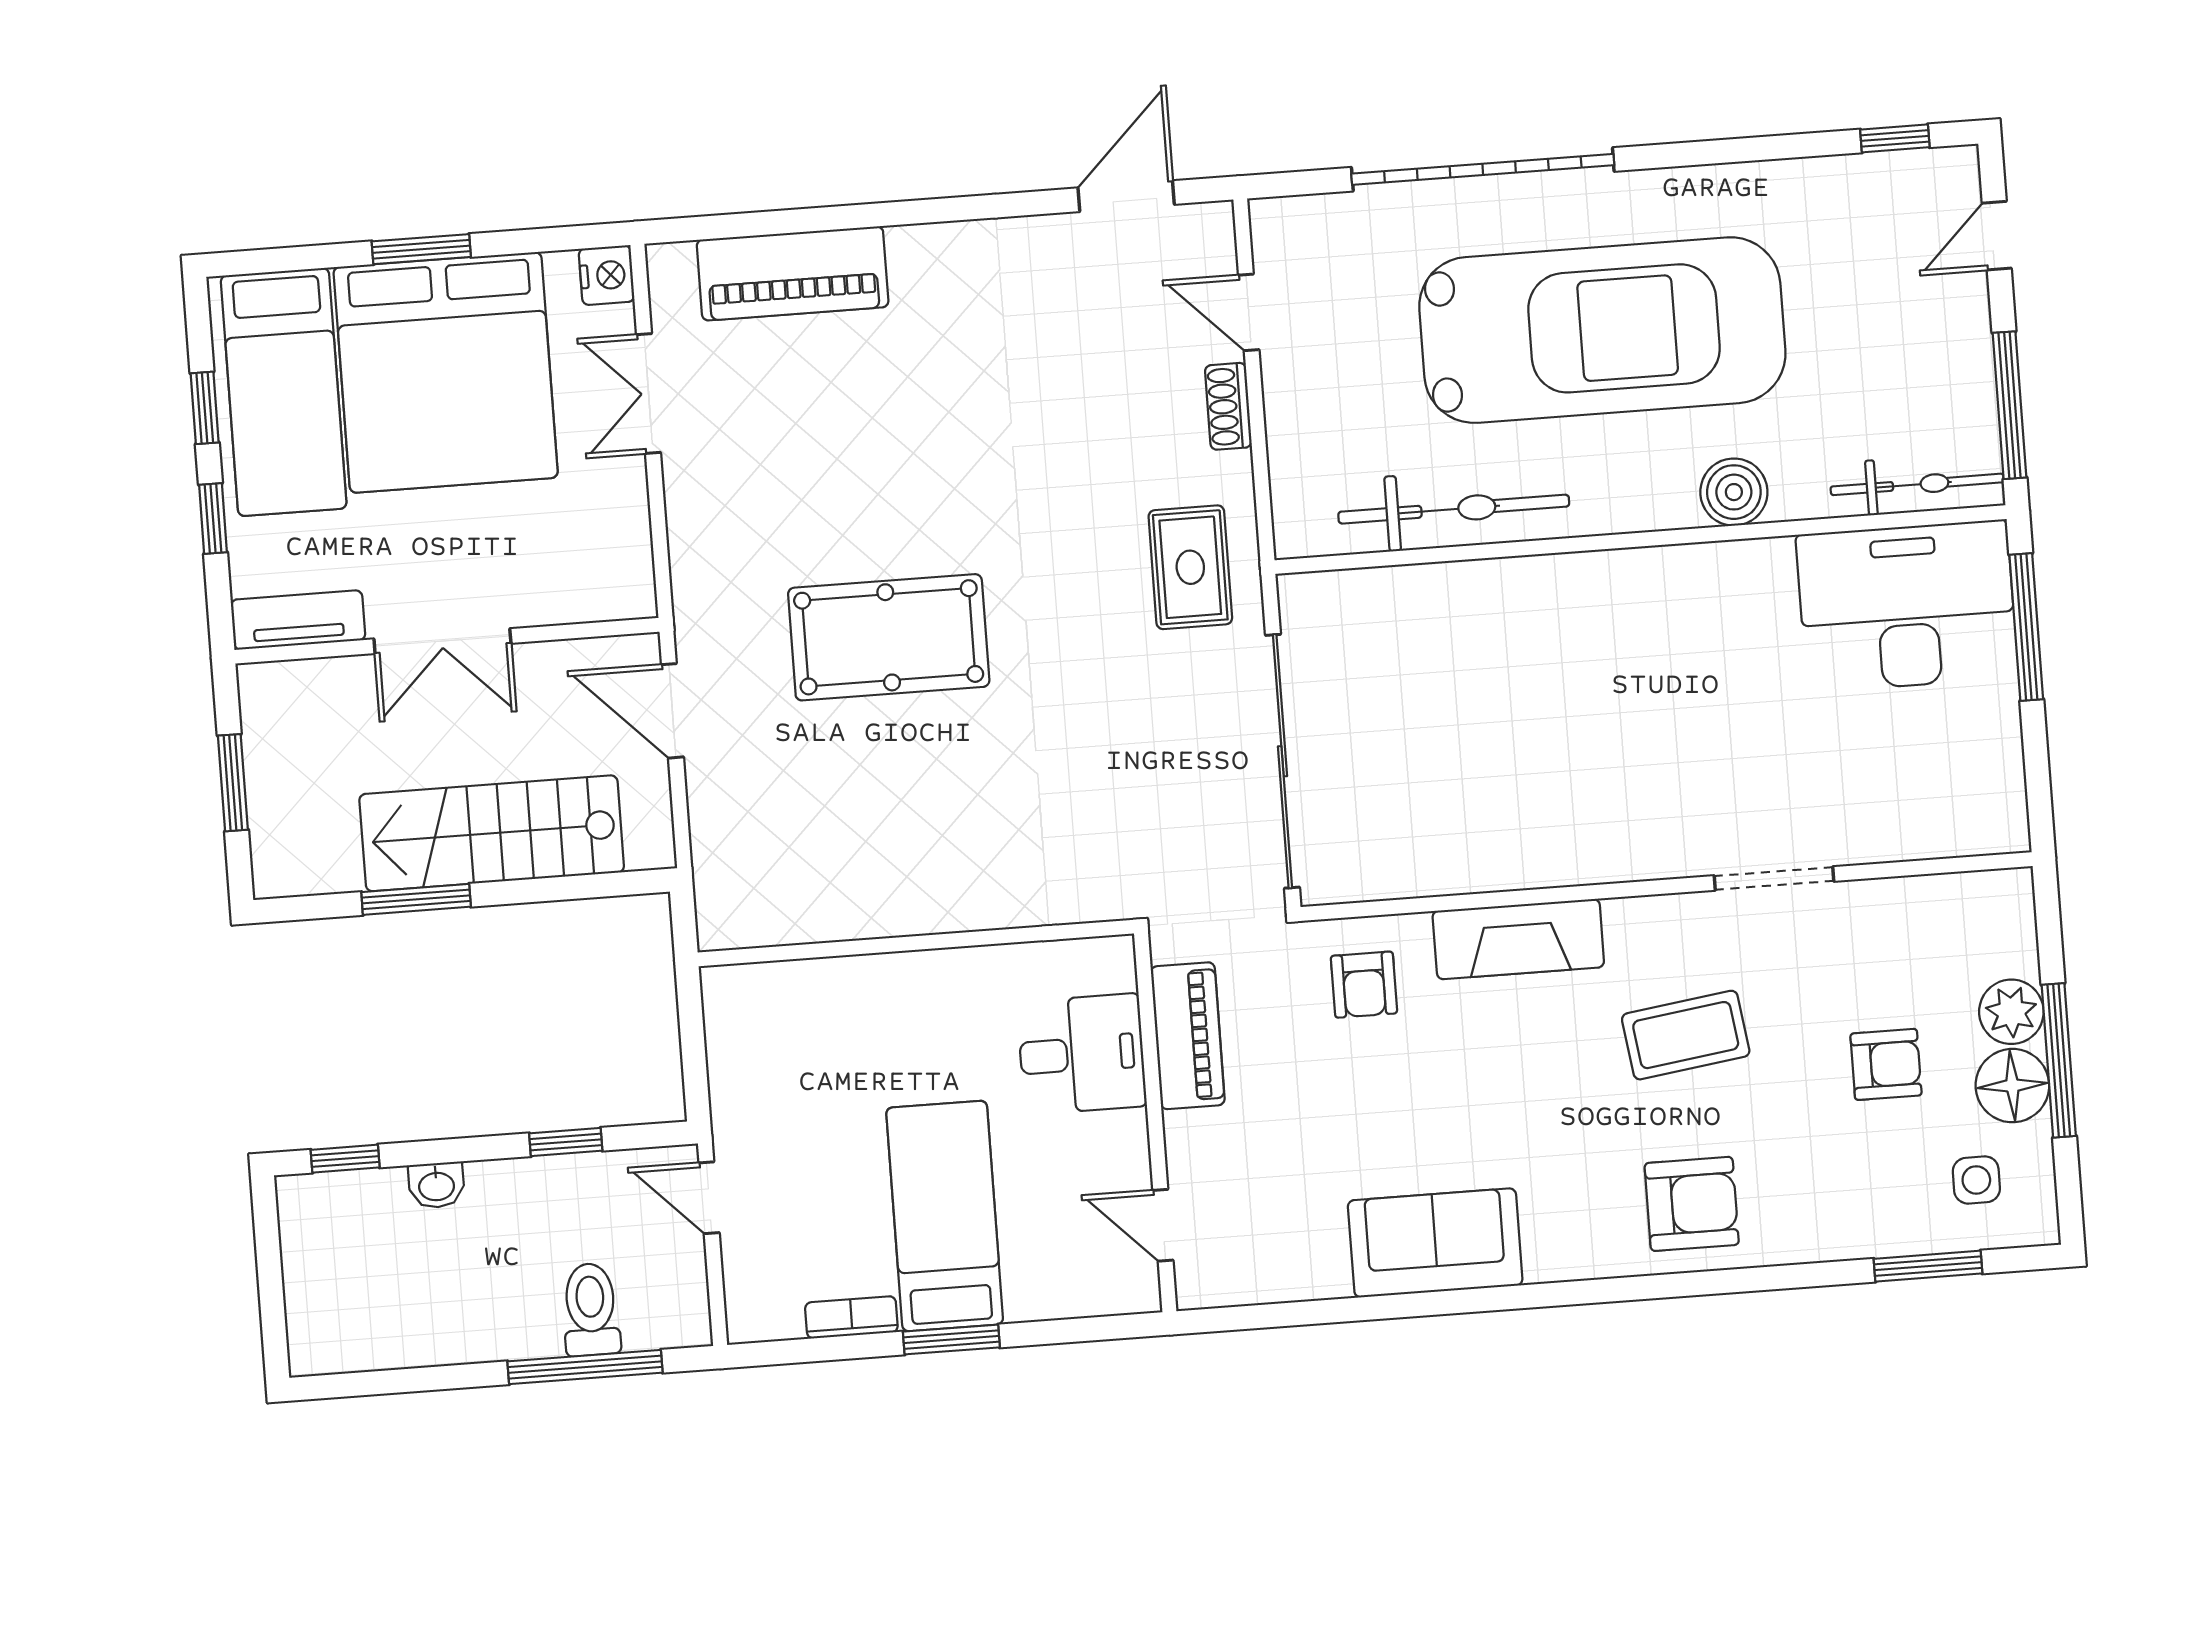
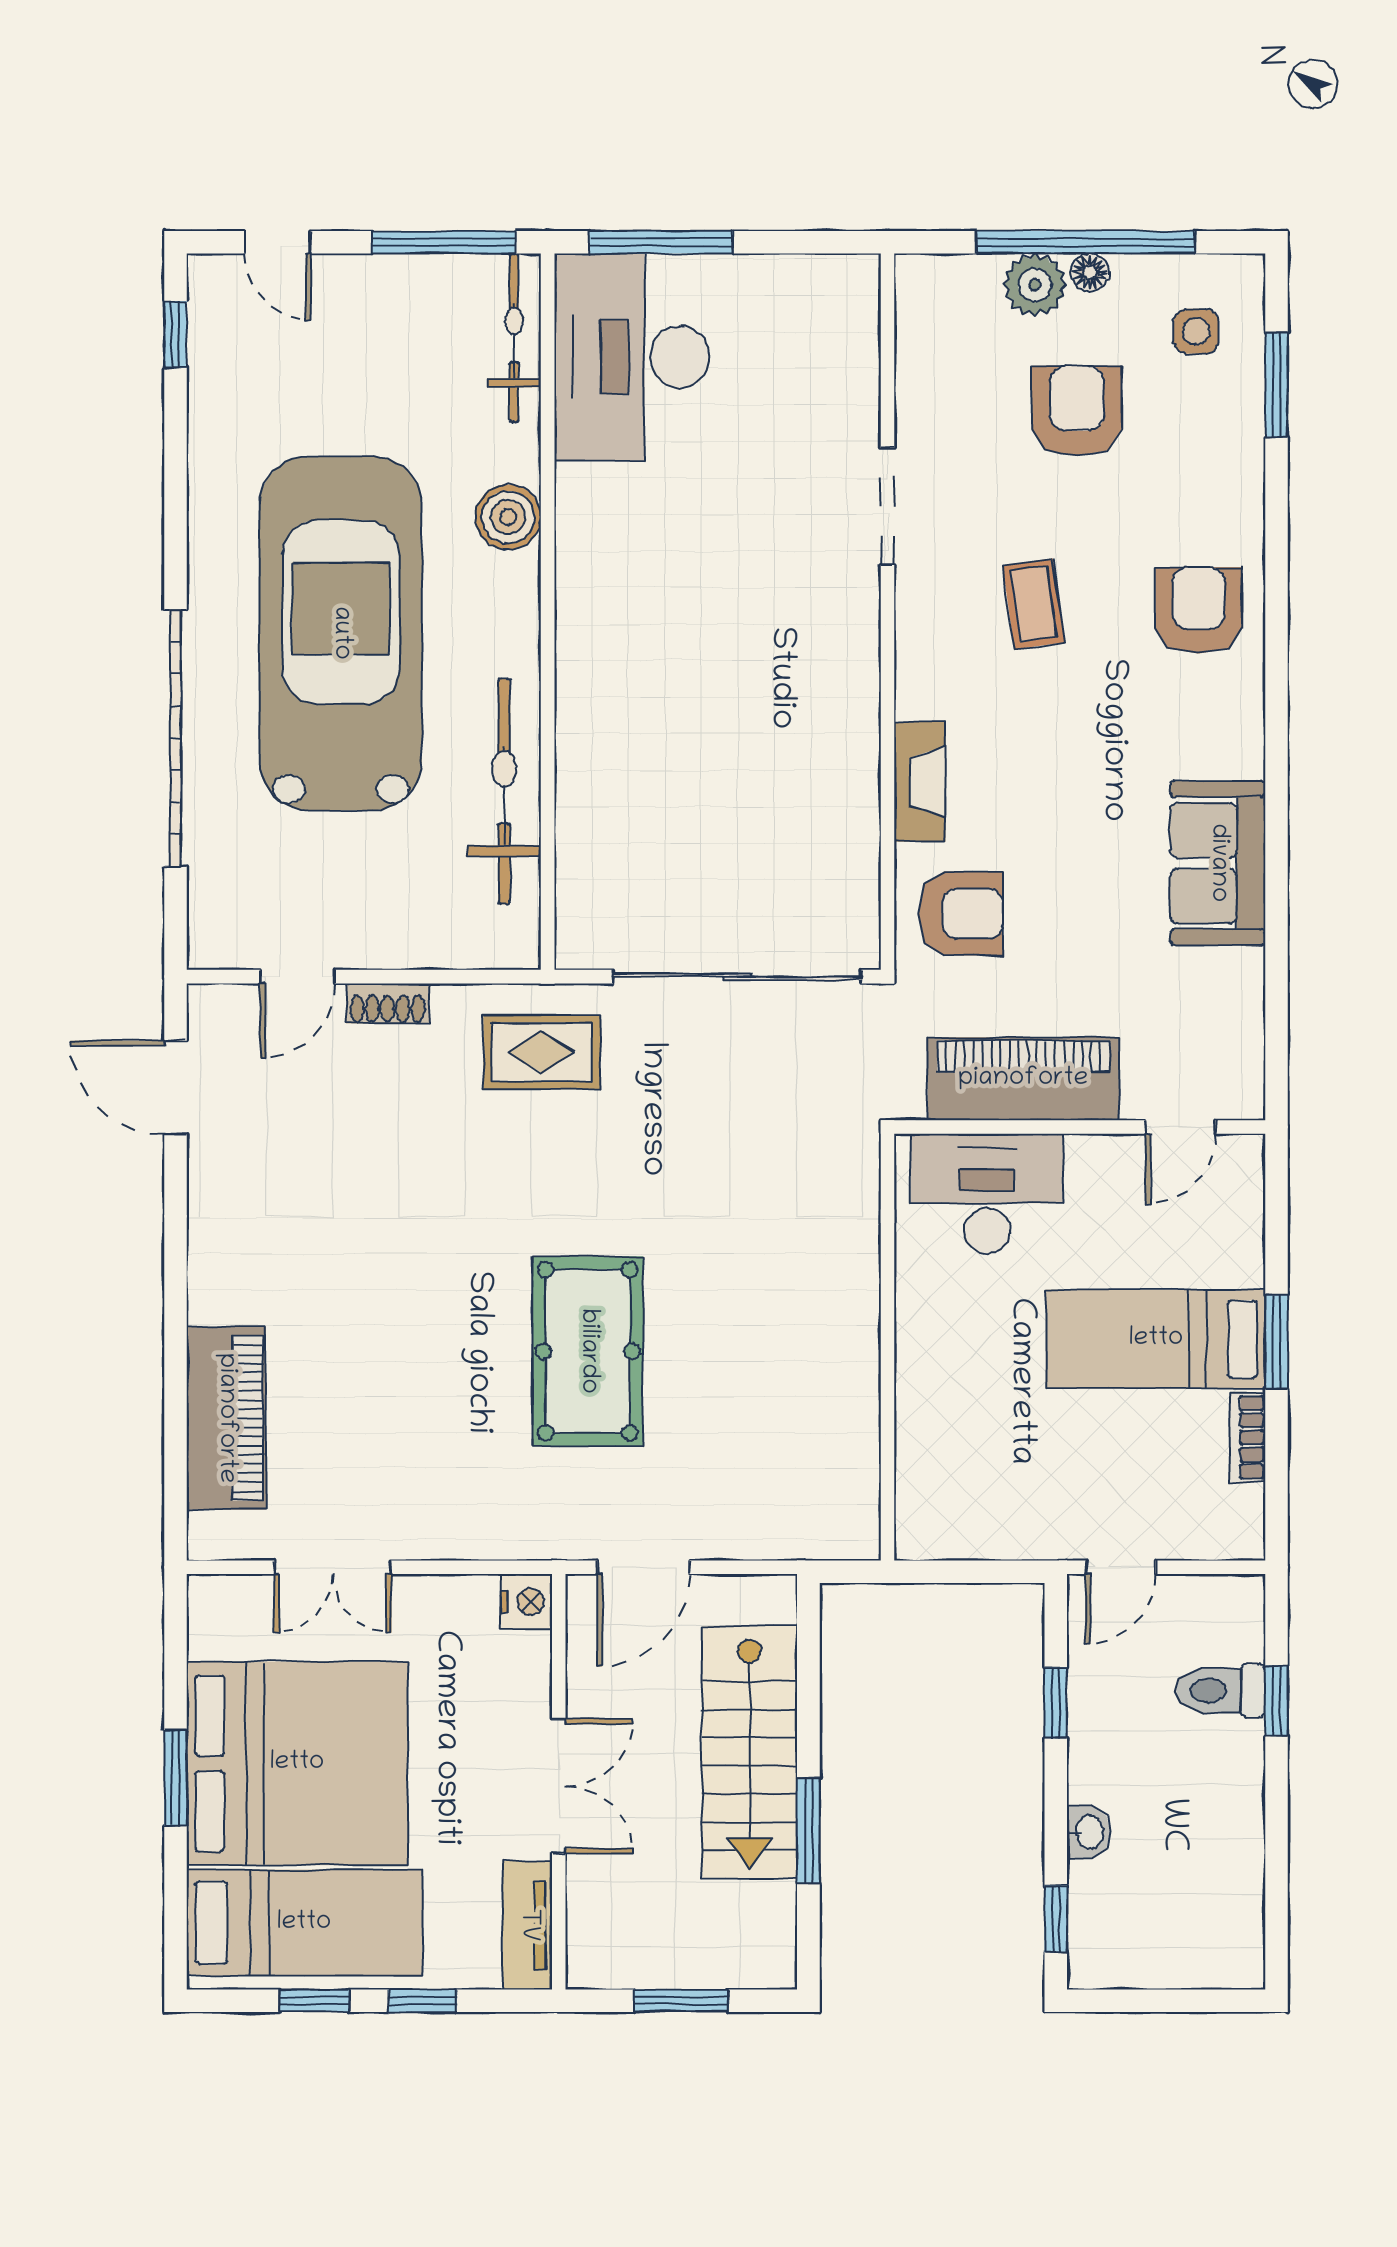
nightstand: (607, 275) -> (527, 1602), moved, turned 90
fireplace: (1518, 939) -> (920, 782), width x0.73, depth x0.76
armchair: (1364, 985) -> (961, 914), width x1.38, depth x1.38
coffee table: (1686, 1035) -> (1034, 604), width x0.73, depth x0.77
piano: (1188, 1036) -> (1023, 1079), width x1.37, depth x1.33
desk: (1082, 1054) -> (987, 1194), width x1.37
window: (2059, 1060) -> (1086, 242), width x1.46
armchair: (1886, 1064) -> (1077, 411), width x1.38, depth x1.38
floor lamp: (2012, 1086) -> (1090, 272), width x0.53, depth x0.53
window: (585, 1367) -> (1276, 1701), width x0.46

